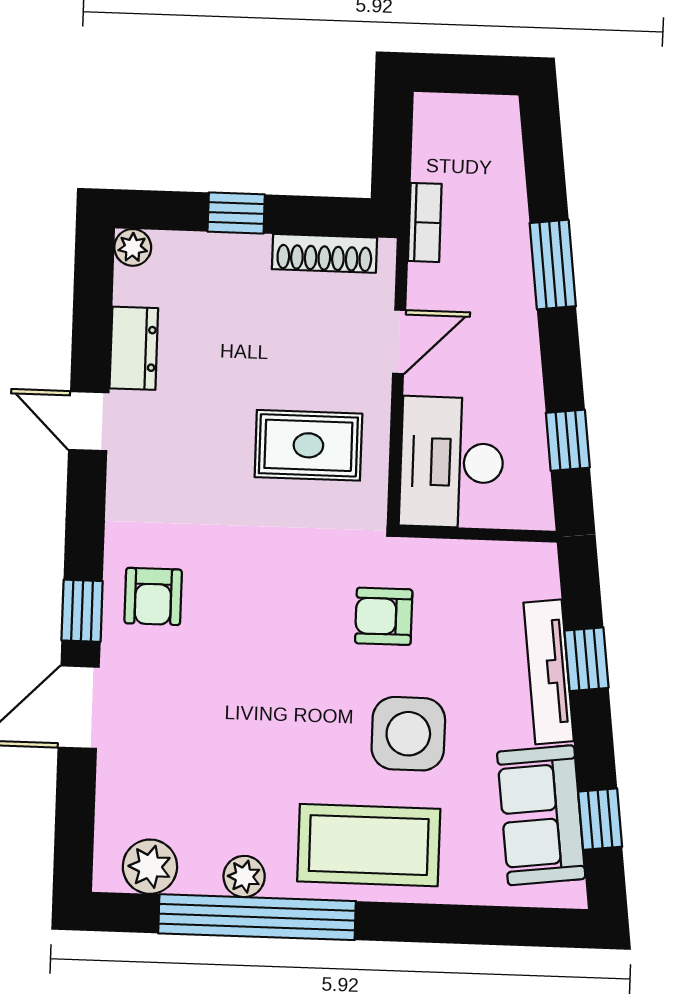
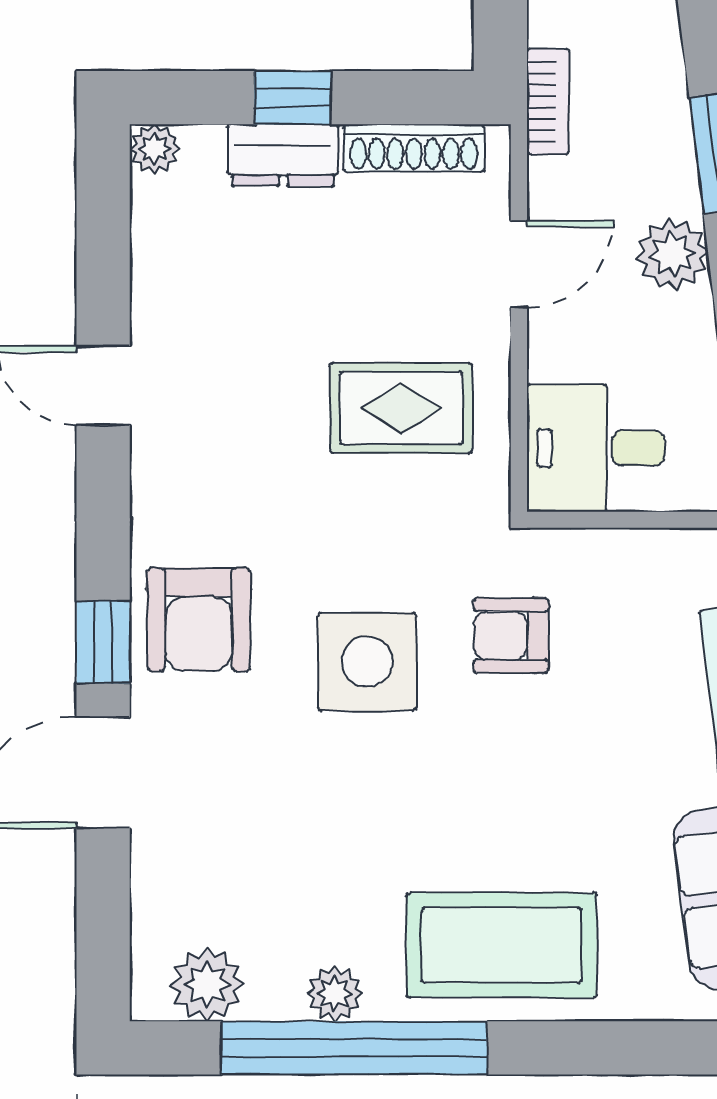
plant: (513, 339) -> (672, 254), added
dresser: (134, 348) -> (283, 155), moved, turned 90
desk: (452, 462) -> (596, 448), width x0.73
armchair: (153, 596) -> (199, 619), width x1.38, depth x1.38
side table: (408, 734) -> (367, 662), moved

